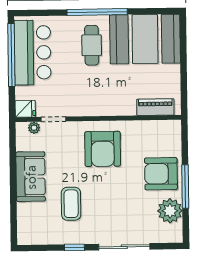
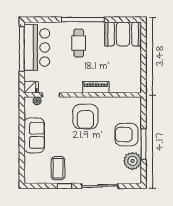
booth: (145, 39) -> (123, 34), width x0.73, depth x0.70
piano: (155, 107) -> (96, 87), moved
coffee table: (71, 204) -> (58, 168), moved

